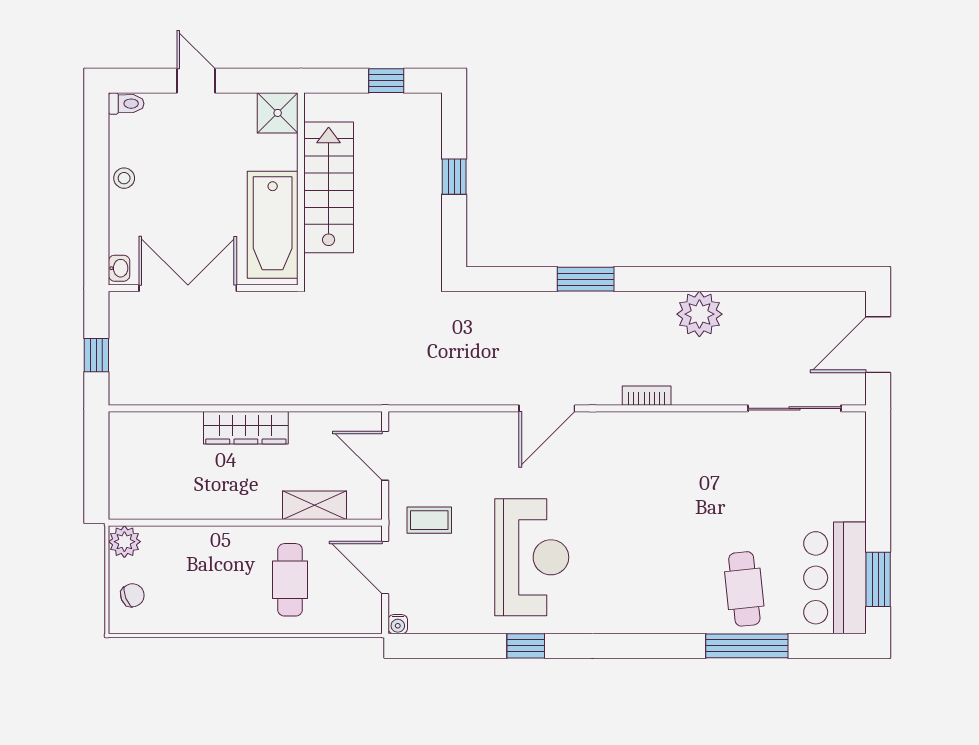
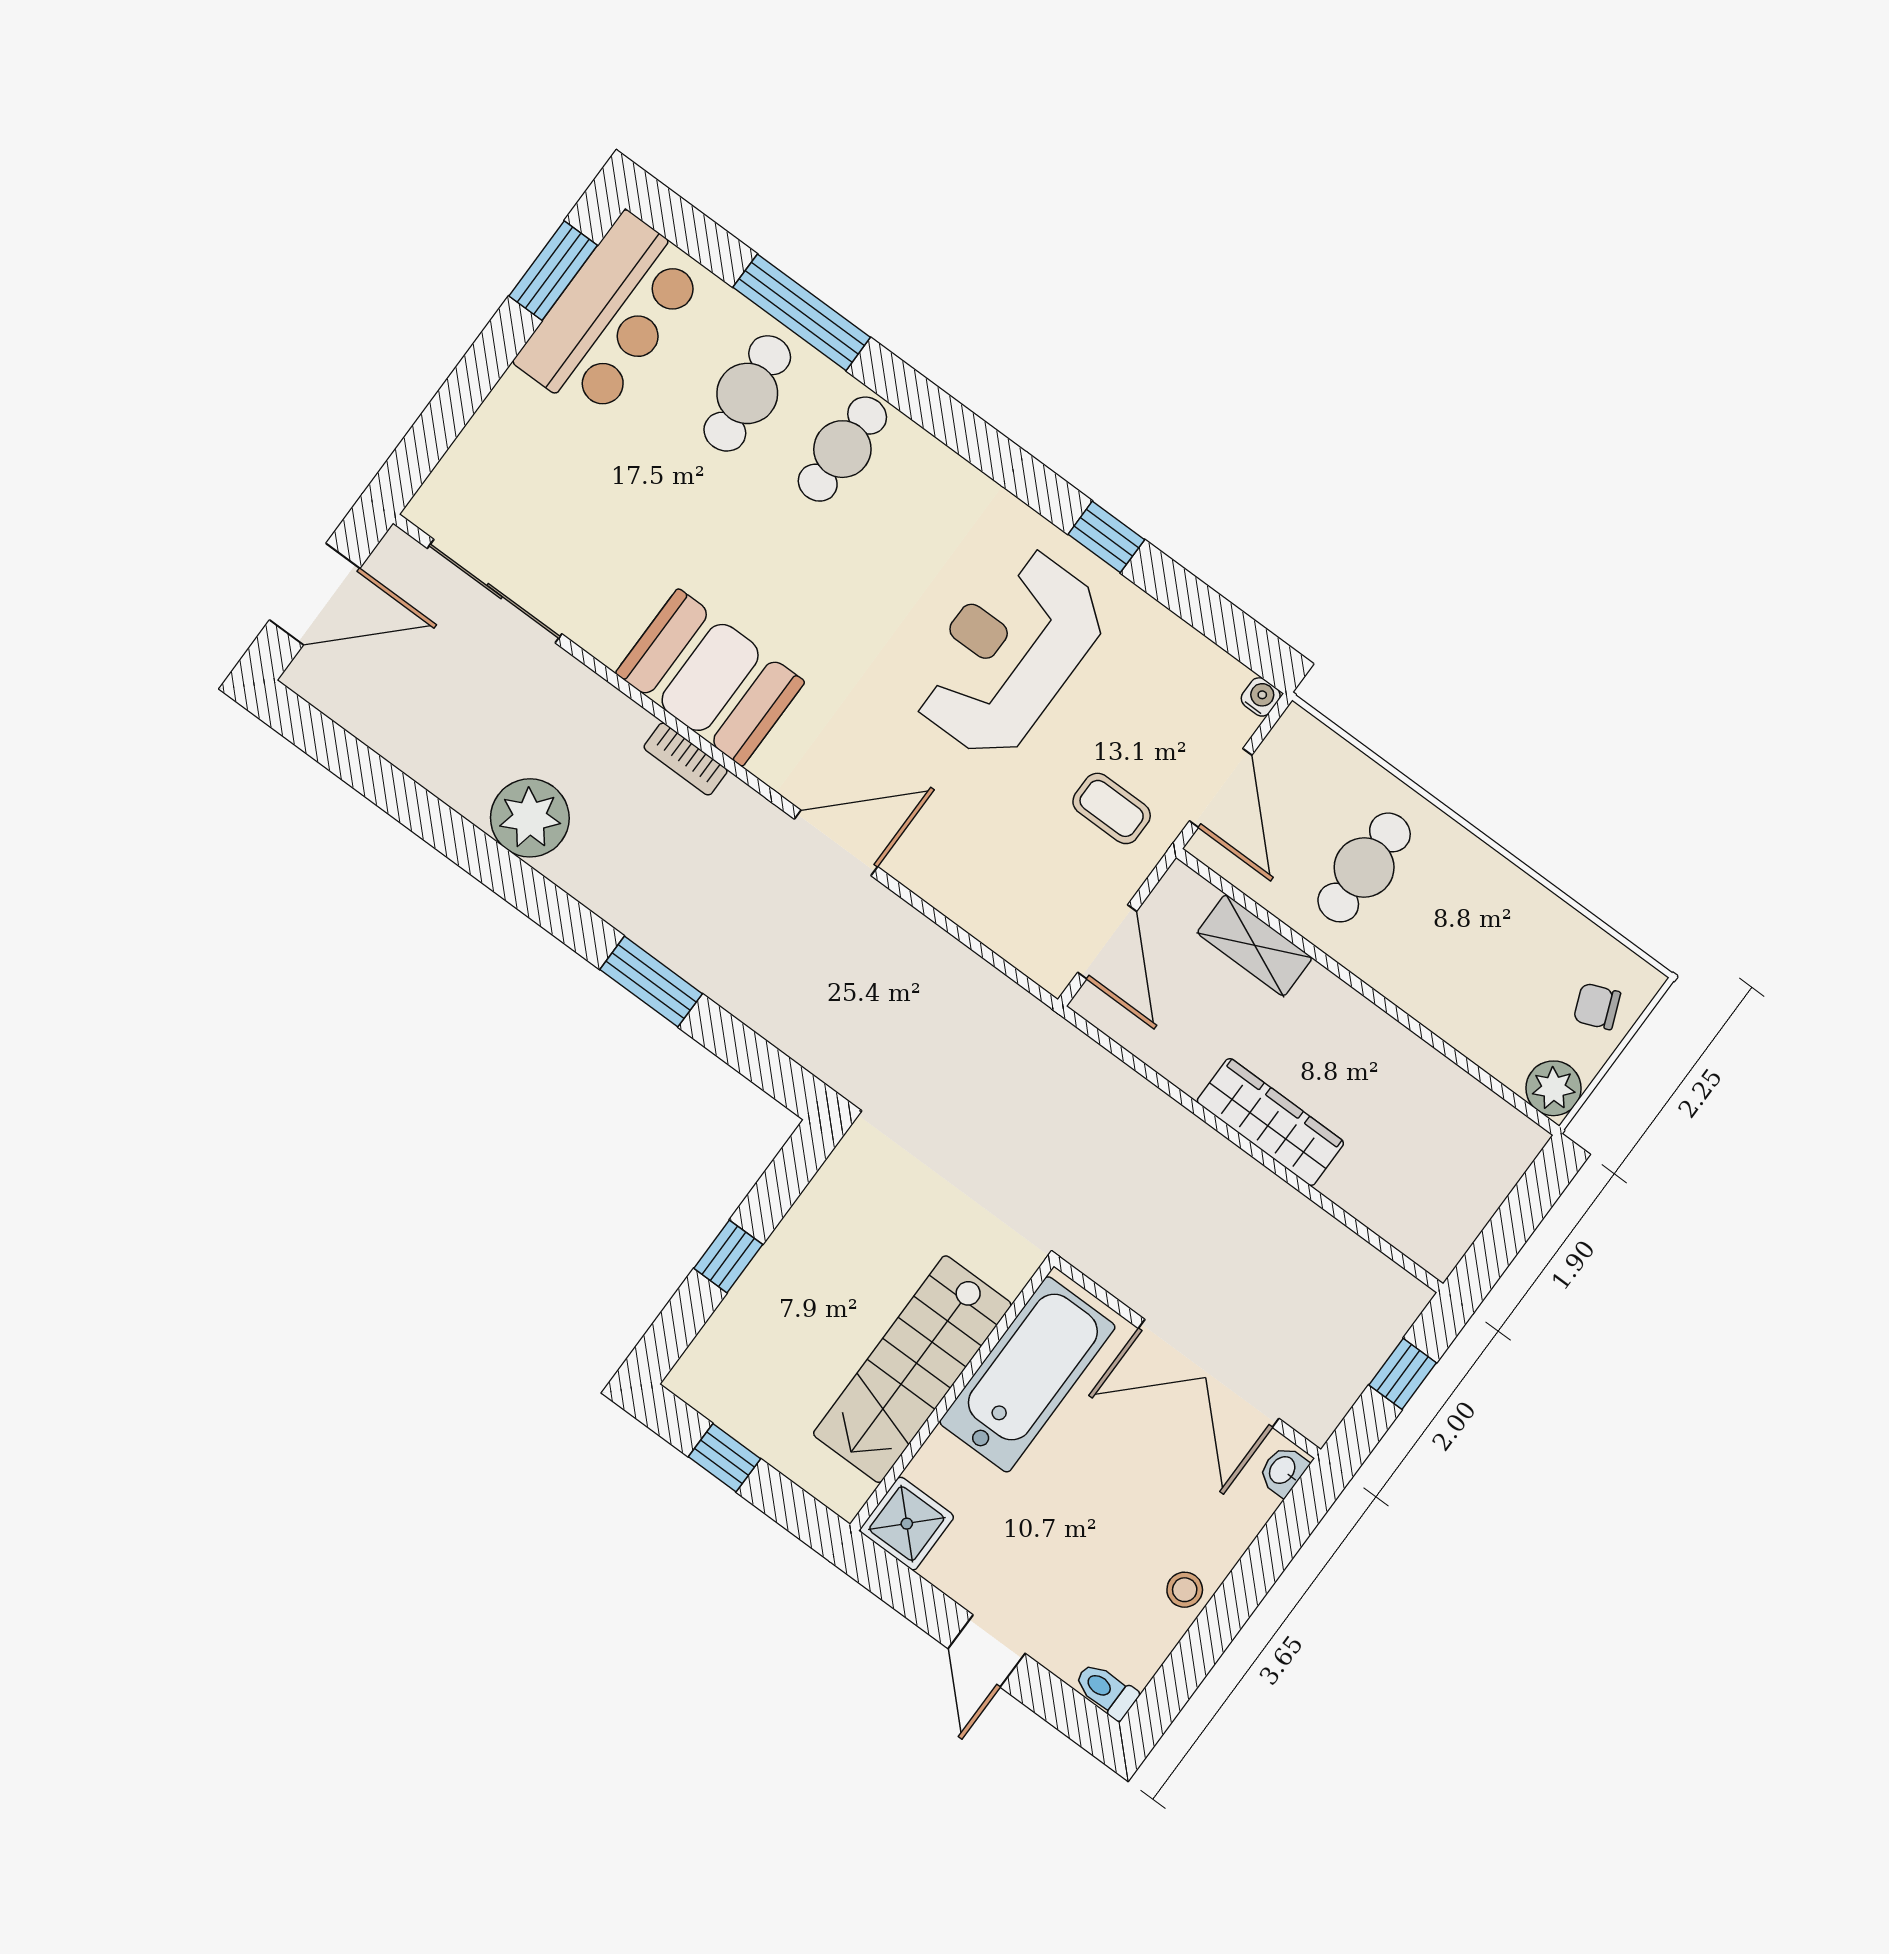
booth: (663, 442) -> (710, 677), added
cafe table: (680, 596) -> (842, 449), added

